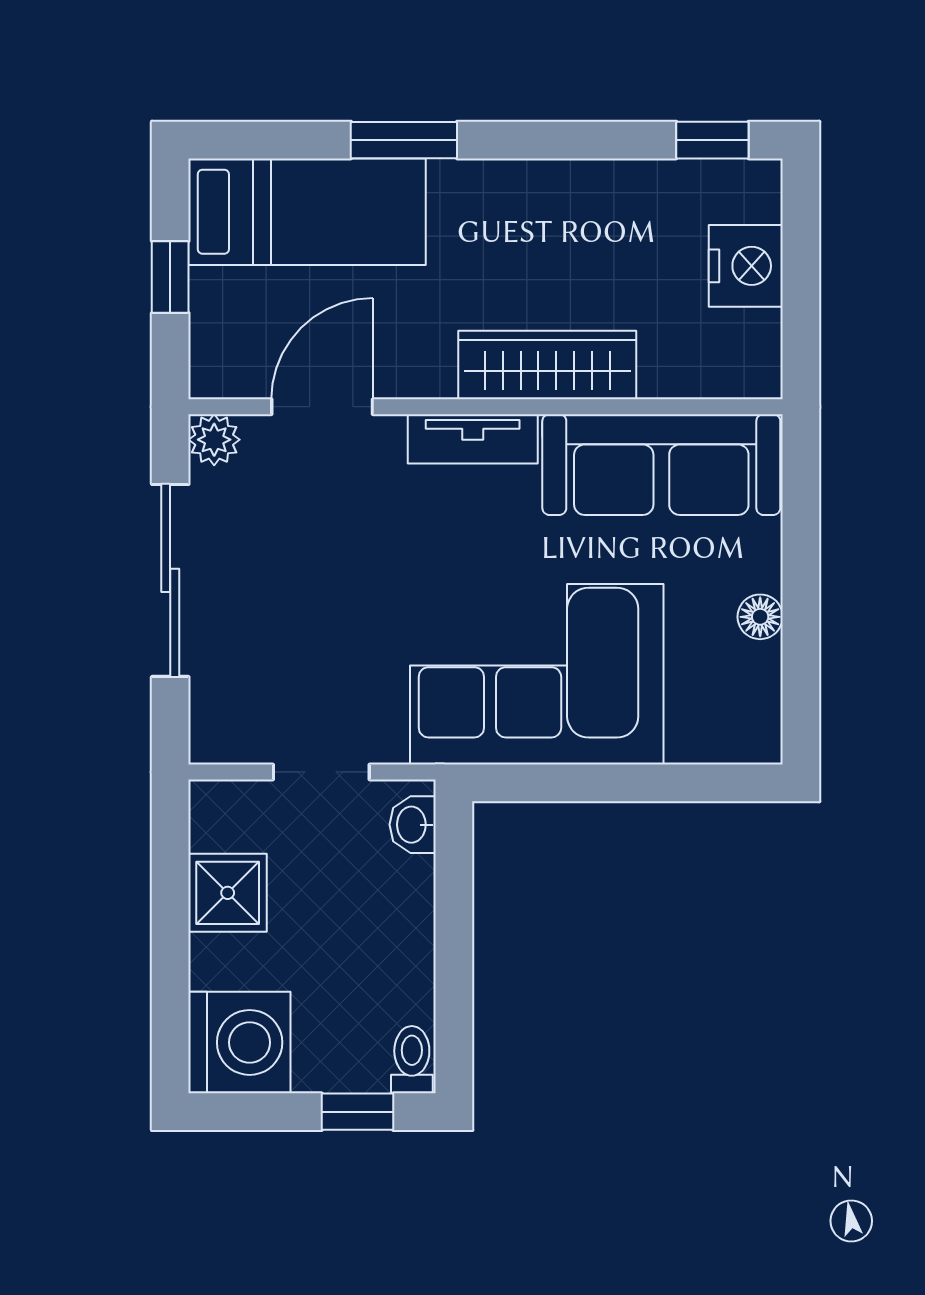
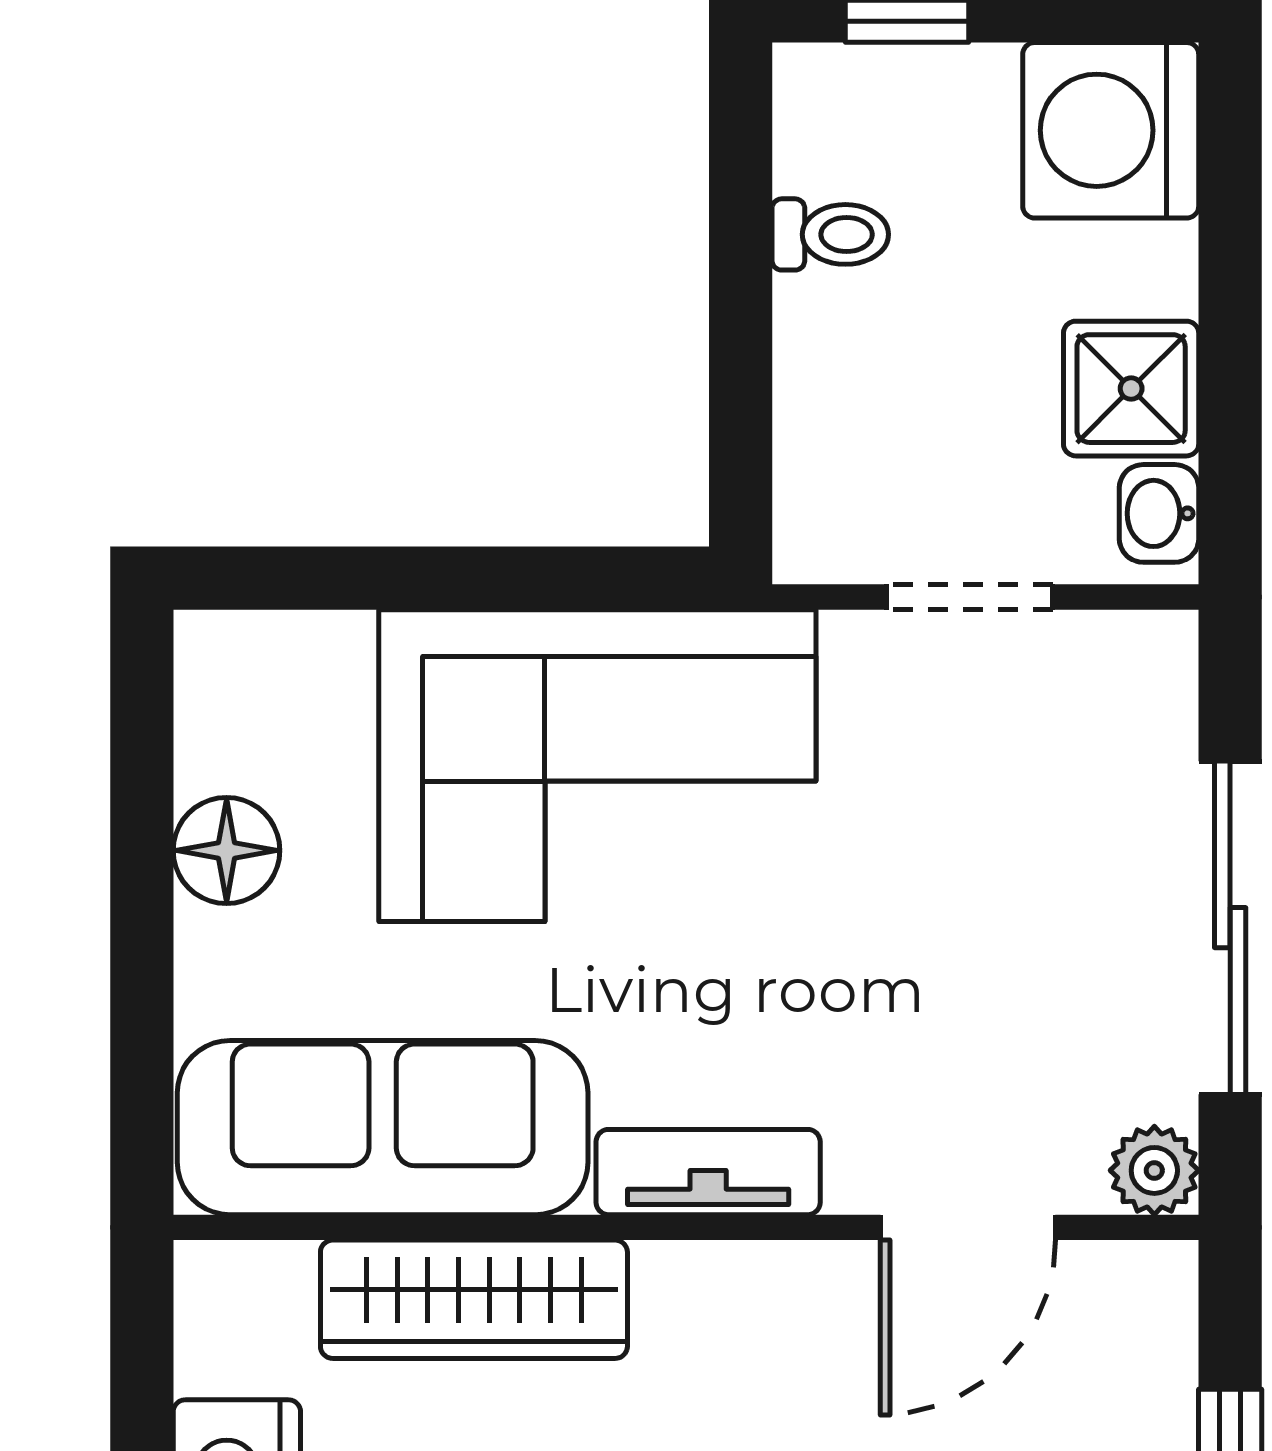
wardrobe: (547, 365) -> (474, 1299), moved
floor lamp: (760, 617) -> (227, 850), width x1.37, depth x1.37
washbasin: (413, 825) -> (1159, 513), moved, turned 180
toilet: (412, 1060) -> (830, 234), moved, turned -90

